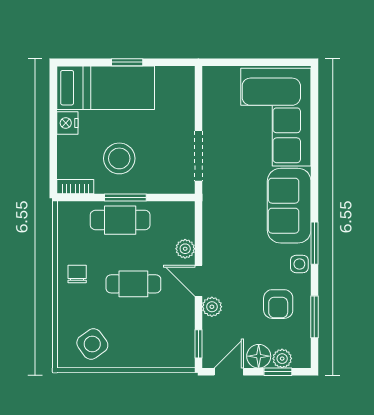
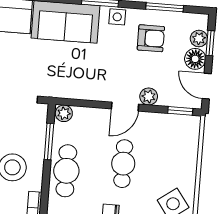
window: (125, 198) -> (49, 141), moved
plant: (185, 249) -> (64, 113), moved

